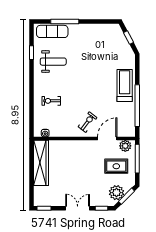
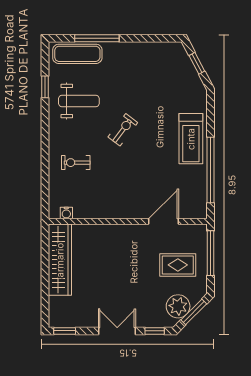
treadmill: (125, 86) -> (191, 139), turned 180
exercise bike: (87, 122) -> (123, 130), moved
plant: (125, 146) -> (192, 233), removed

